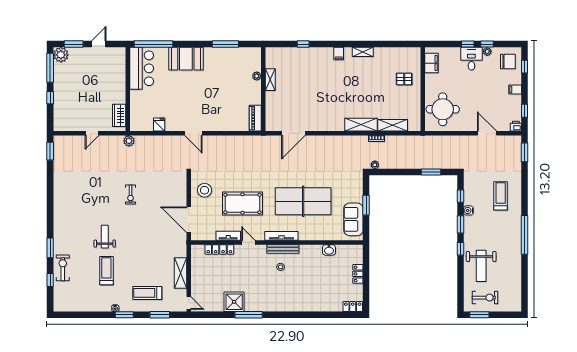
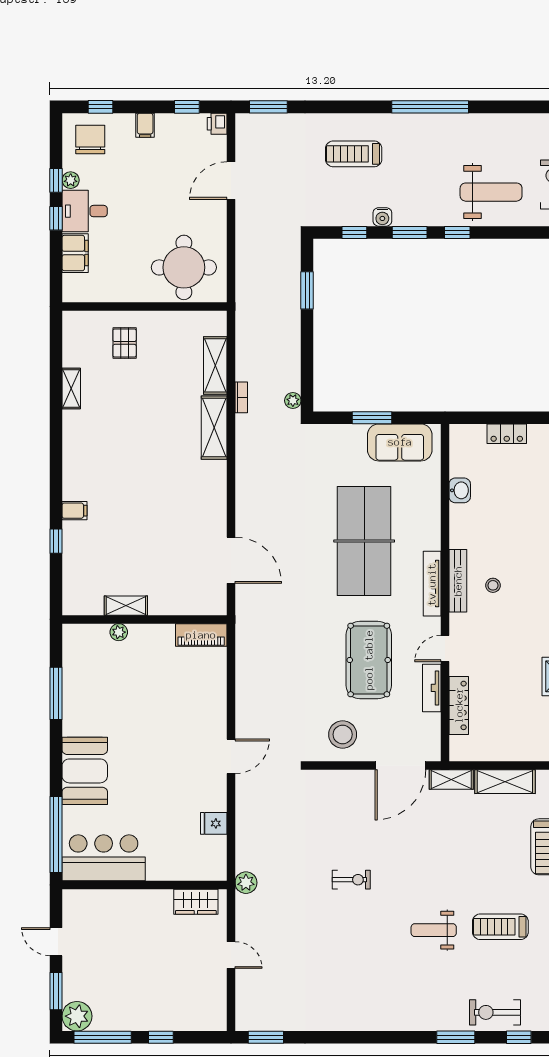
shelving: (363, 52) -> (71, 388), moved
filing cabinet: (339, 53) -> (74, 511), moved
filing cabinet: (431, 63) -> (75, 253), moved, turned 90
shelving: (182, 246) -> (451, 779), added

